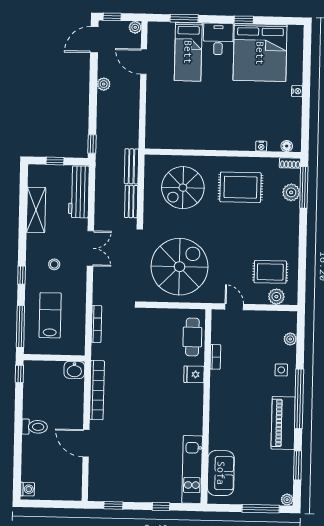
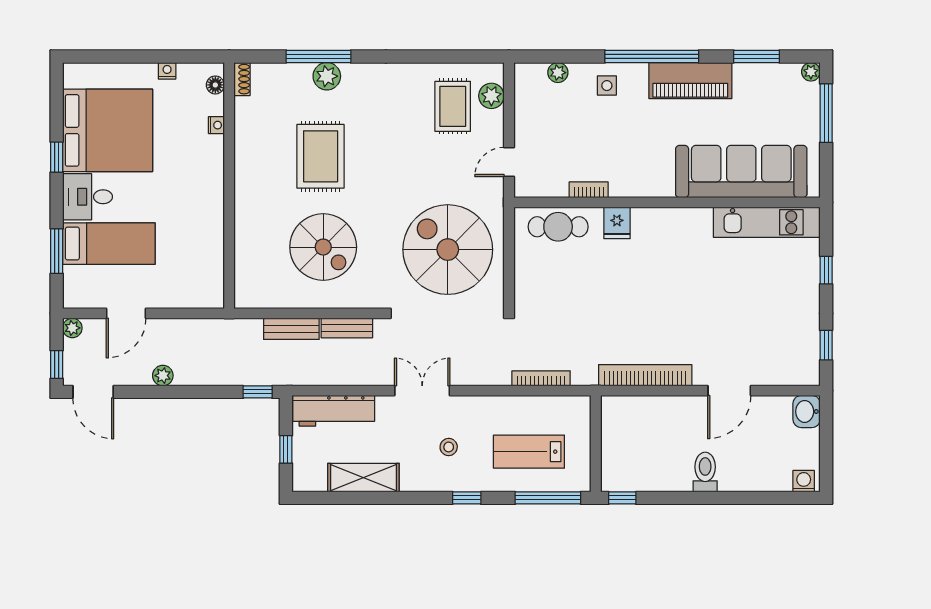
nightstand: (261, 146) -> (216, 125), moved
floor lamp: (287, 146) -> (215, 85), moved
wall: (223, 153) -> (229, 186), moved
shoe rack: (290, 163) -> (242, 79), moved
washbasin: (74, 370) -> (807, 411), moved, turned 180
sofa: (221, 473) -> (741, 171), width x1.85, depth x1.27

